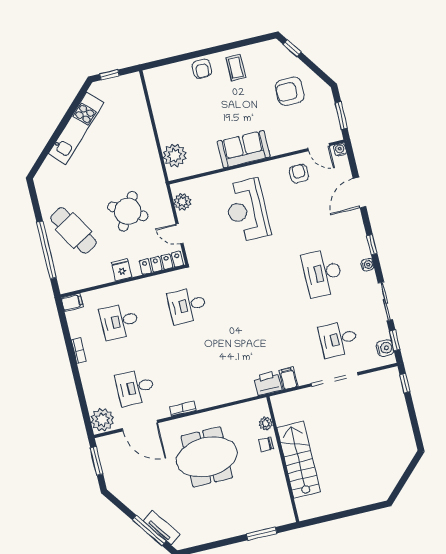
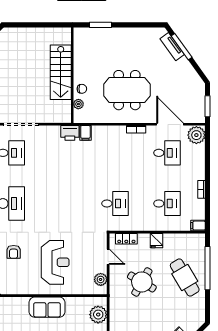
armchair: (299, 174) -> (14, 252), moved
locker: (161, 263) -> (126, 239), width x0.66
filing cabinet: (288, 378) -> (85, 133), moved

